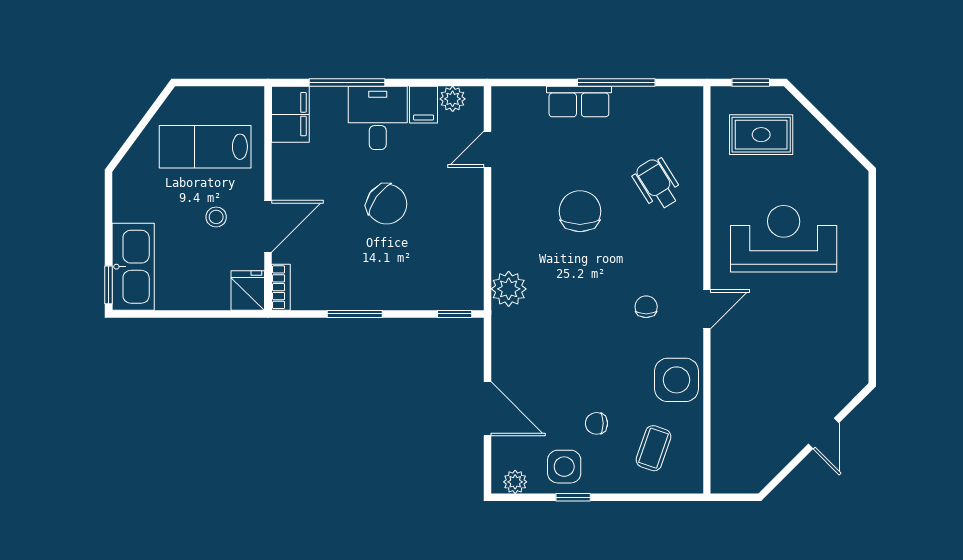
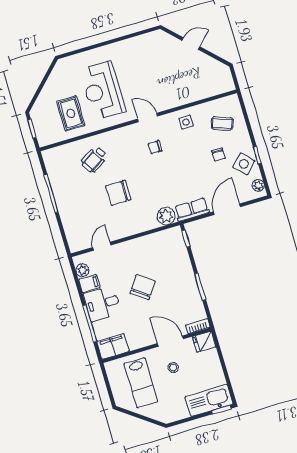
row of seats: (579, 102) -> (192, 210), moved, turned -90
rug: (761, 135) -> (71, 113), moved
door: (487, 149) -> (102, 246), swing flipped
side table: (677, 380) -> (186, 122), width x0.54, depth x0.54
side table: (564, 467) -> (244, 164), turned 45

